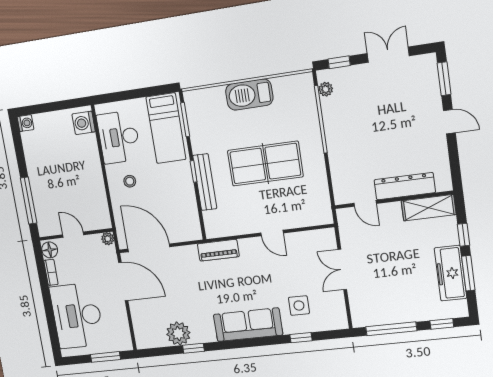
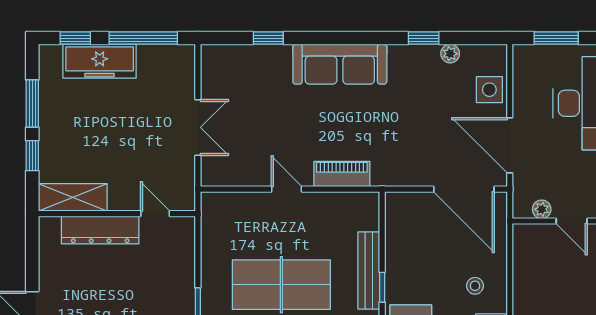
plant: (108, 239) -> (542, 209), moved
piano: (218, 250) -> (342, 174), moved
freezer: (450, 273) -> (100, 61), moved, turned 90
side table: (299, 306) -> (489, 90), moved
plant: (178, 334) -> (450, 54), width x0.53, depth x0.53

